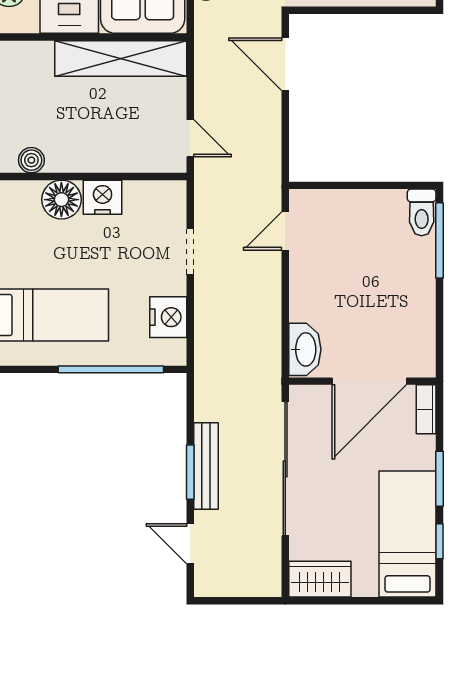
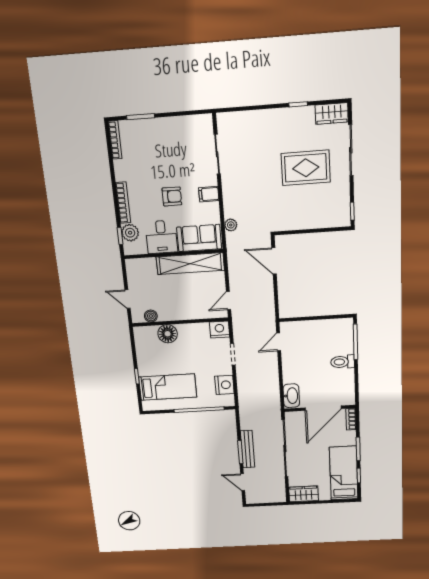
door: (190, 138) -> (229, 301), swing flipped
nightstand: (103, 197) -> (220, 329), moved
toilet: (422, 212) -> (343, 362), moved, turned 90

